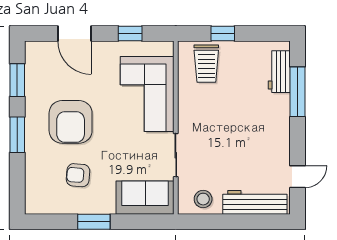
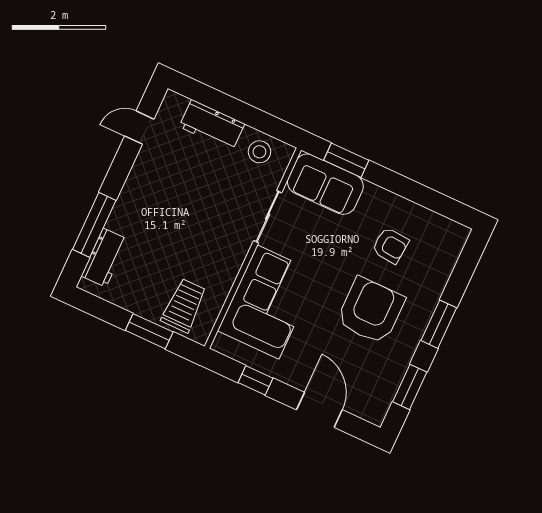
window: (223, 34) -> (149, 331), width x1.50
workbench: (255, 202) -> (212, 125), width x0.73
window: (94, 222) -> (346, 160), moved

